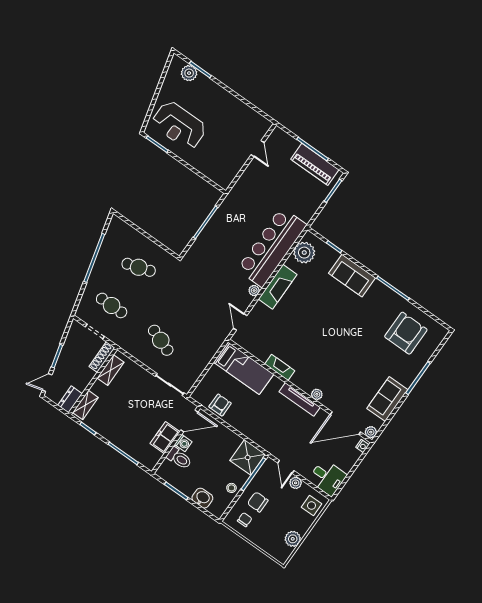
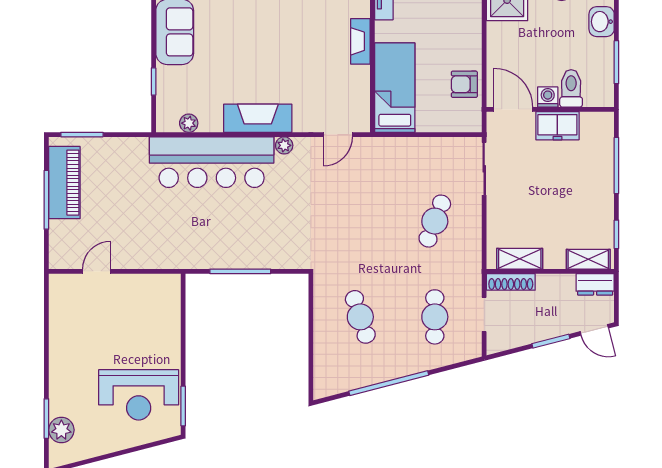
reception desk: (179, 125) -> (139, 395), turned 90
plant: (304, 253) -> (189, 123), width x0.53, depth x0.53

